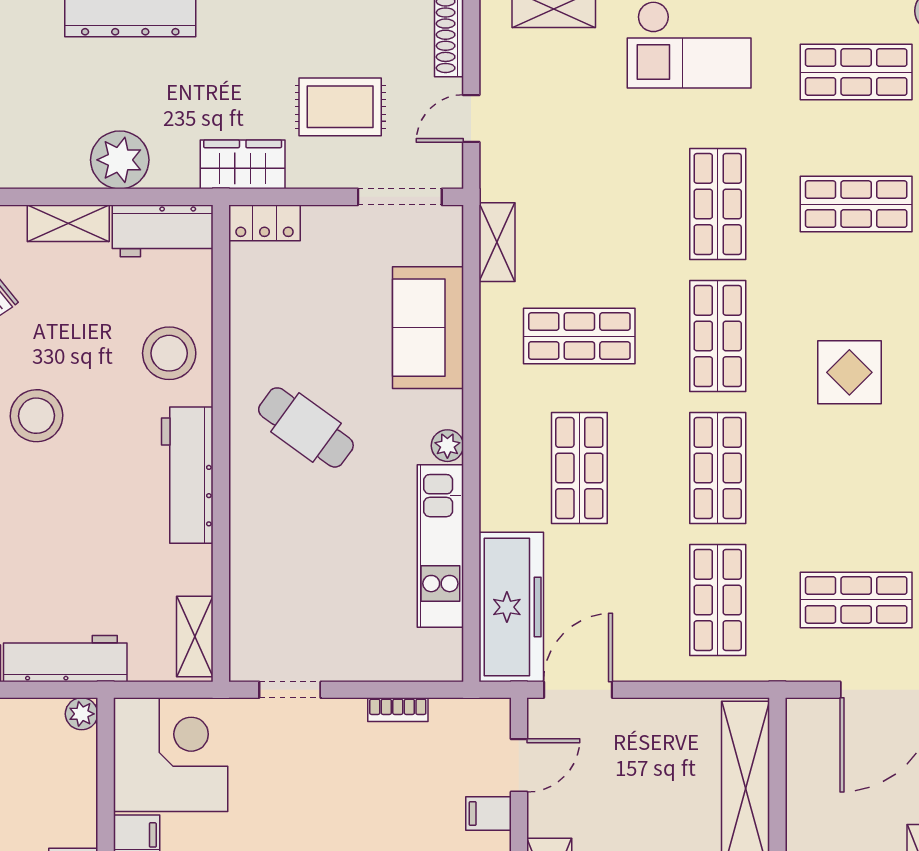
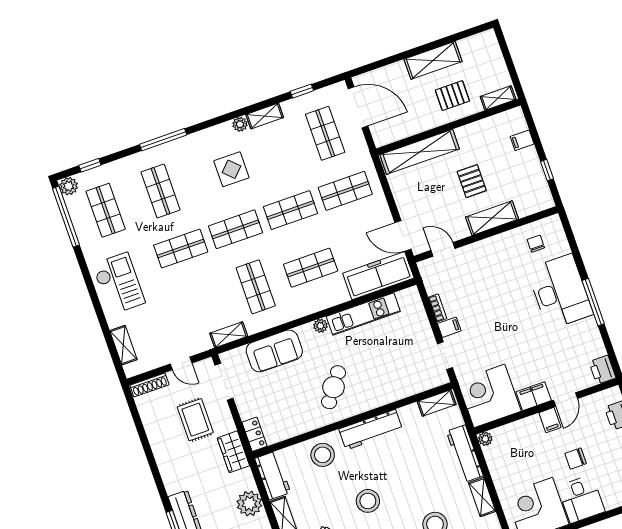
filing cabinet: (488, 814) -> (449, 327), moved, turned -90

